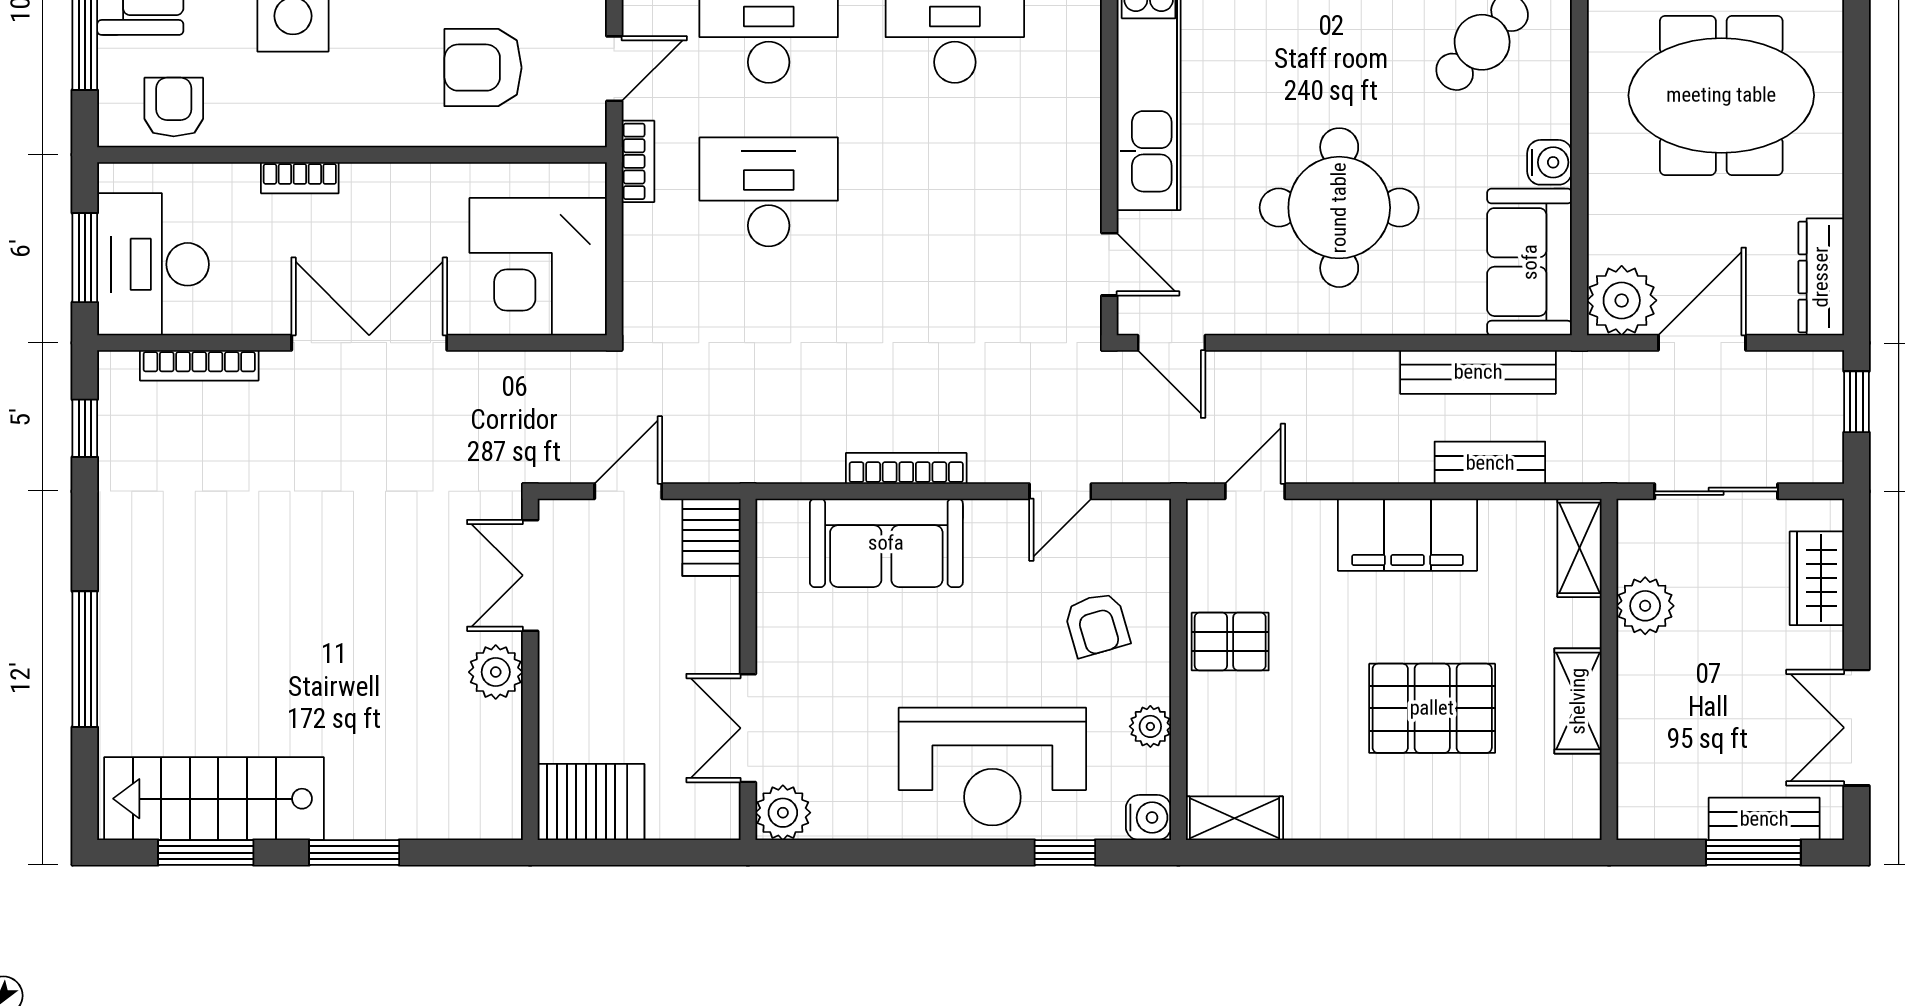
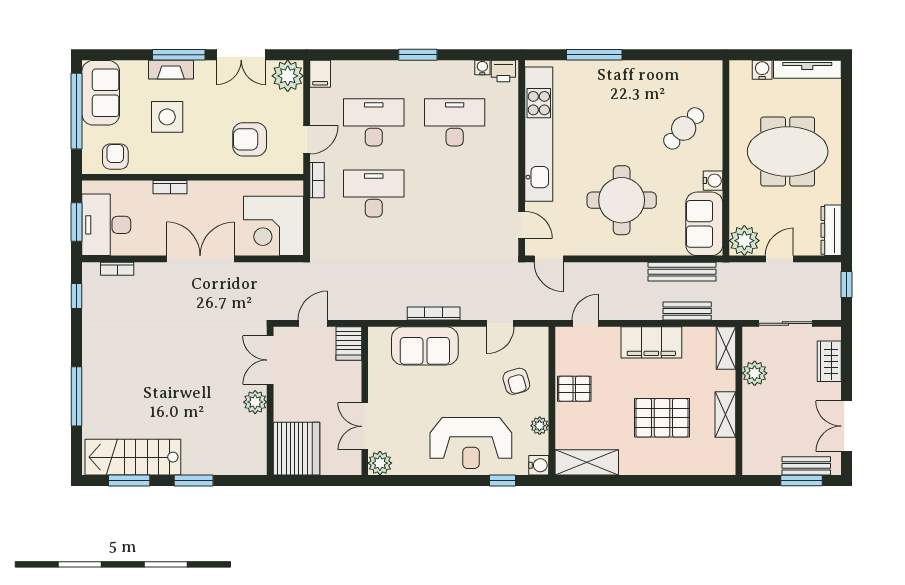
door: (1702, 343) -> (779, 259), width x0.73
bookcase: (199, 365) -> (117, 269), width x0.64
server rack: (591, 802) -> (297, 449), width x1.60
shelving: (1234, 818) -> (587, 462), width x1.50, depth x1.33

